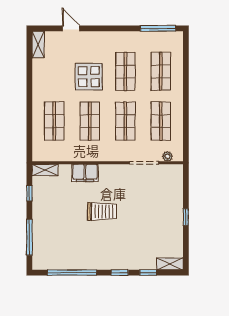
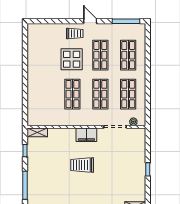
door: (71, 28) -> (90, 21), moved
trolley: (93, 44) -> (75, 33), added
shelving: (38, 45) -> (32, 34), removed
shop shelf: (54, 121) -> (45, 94), removed
filing cabinet: (85, 173) -> (86, 135), moved
trolley: (102, 211) -> (82, 165), turned 180

